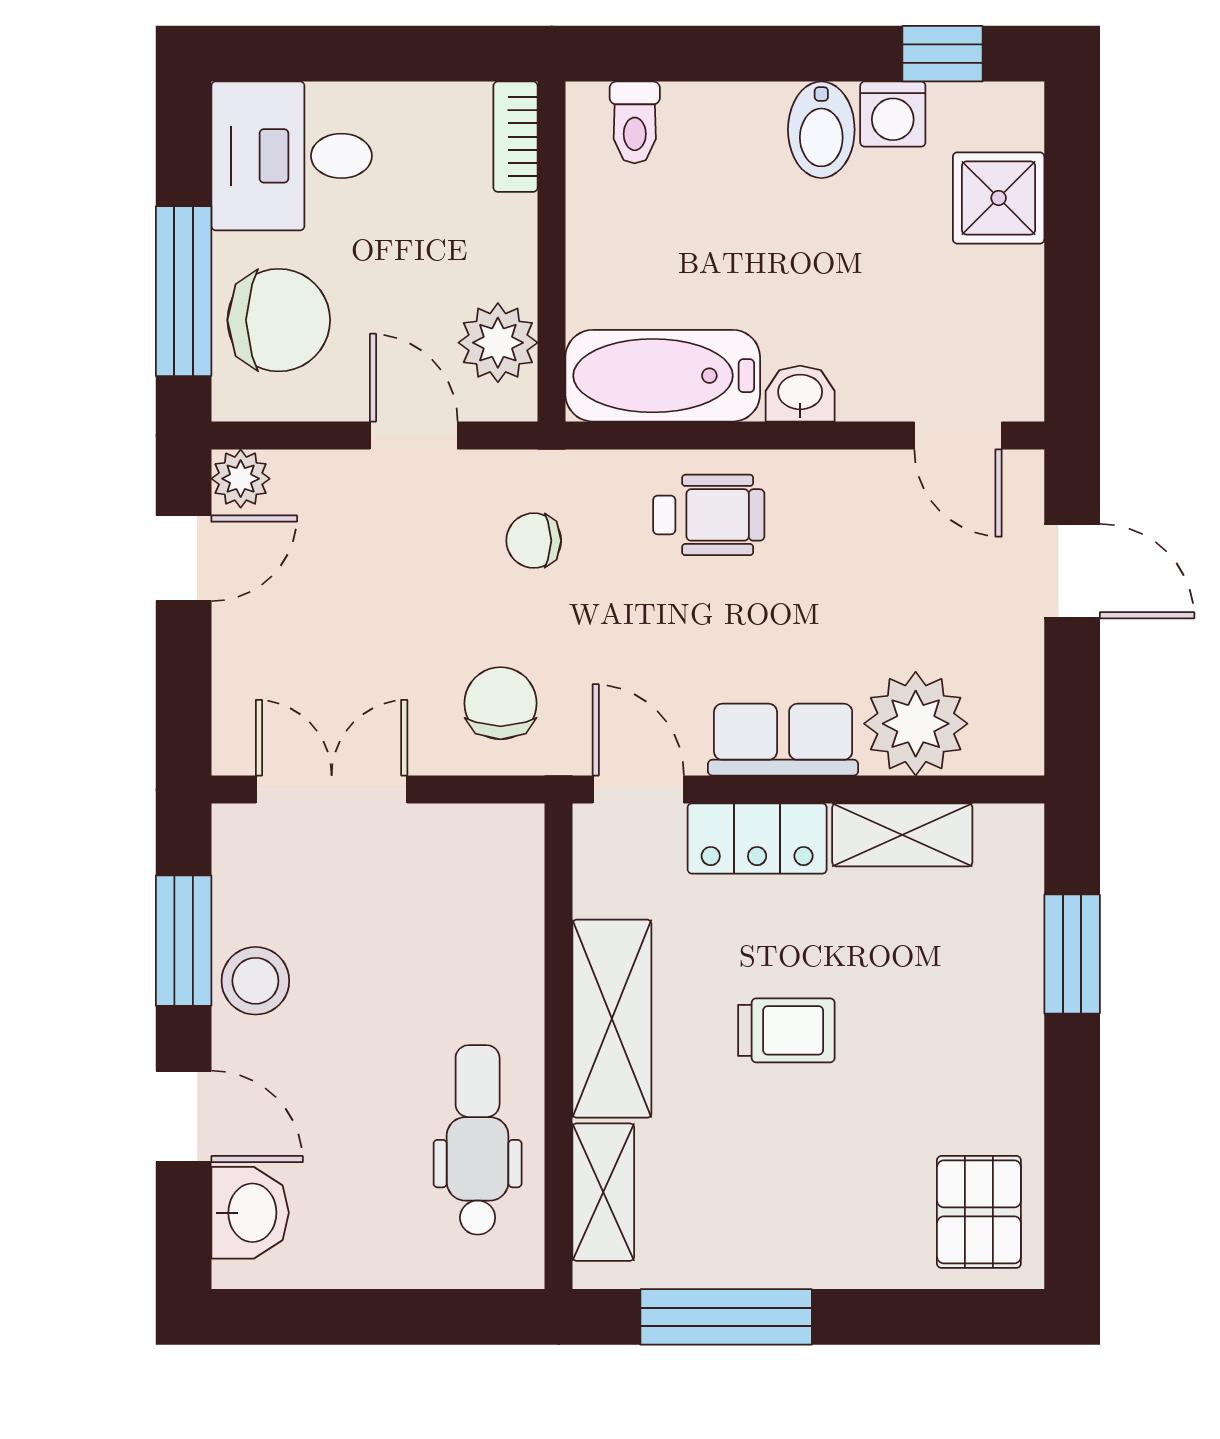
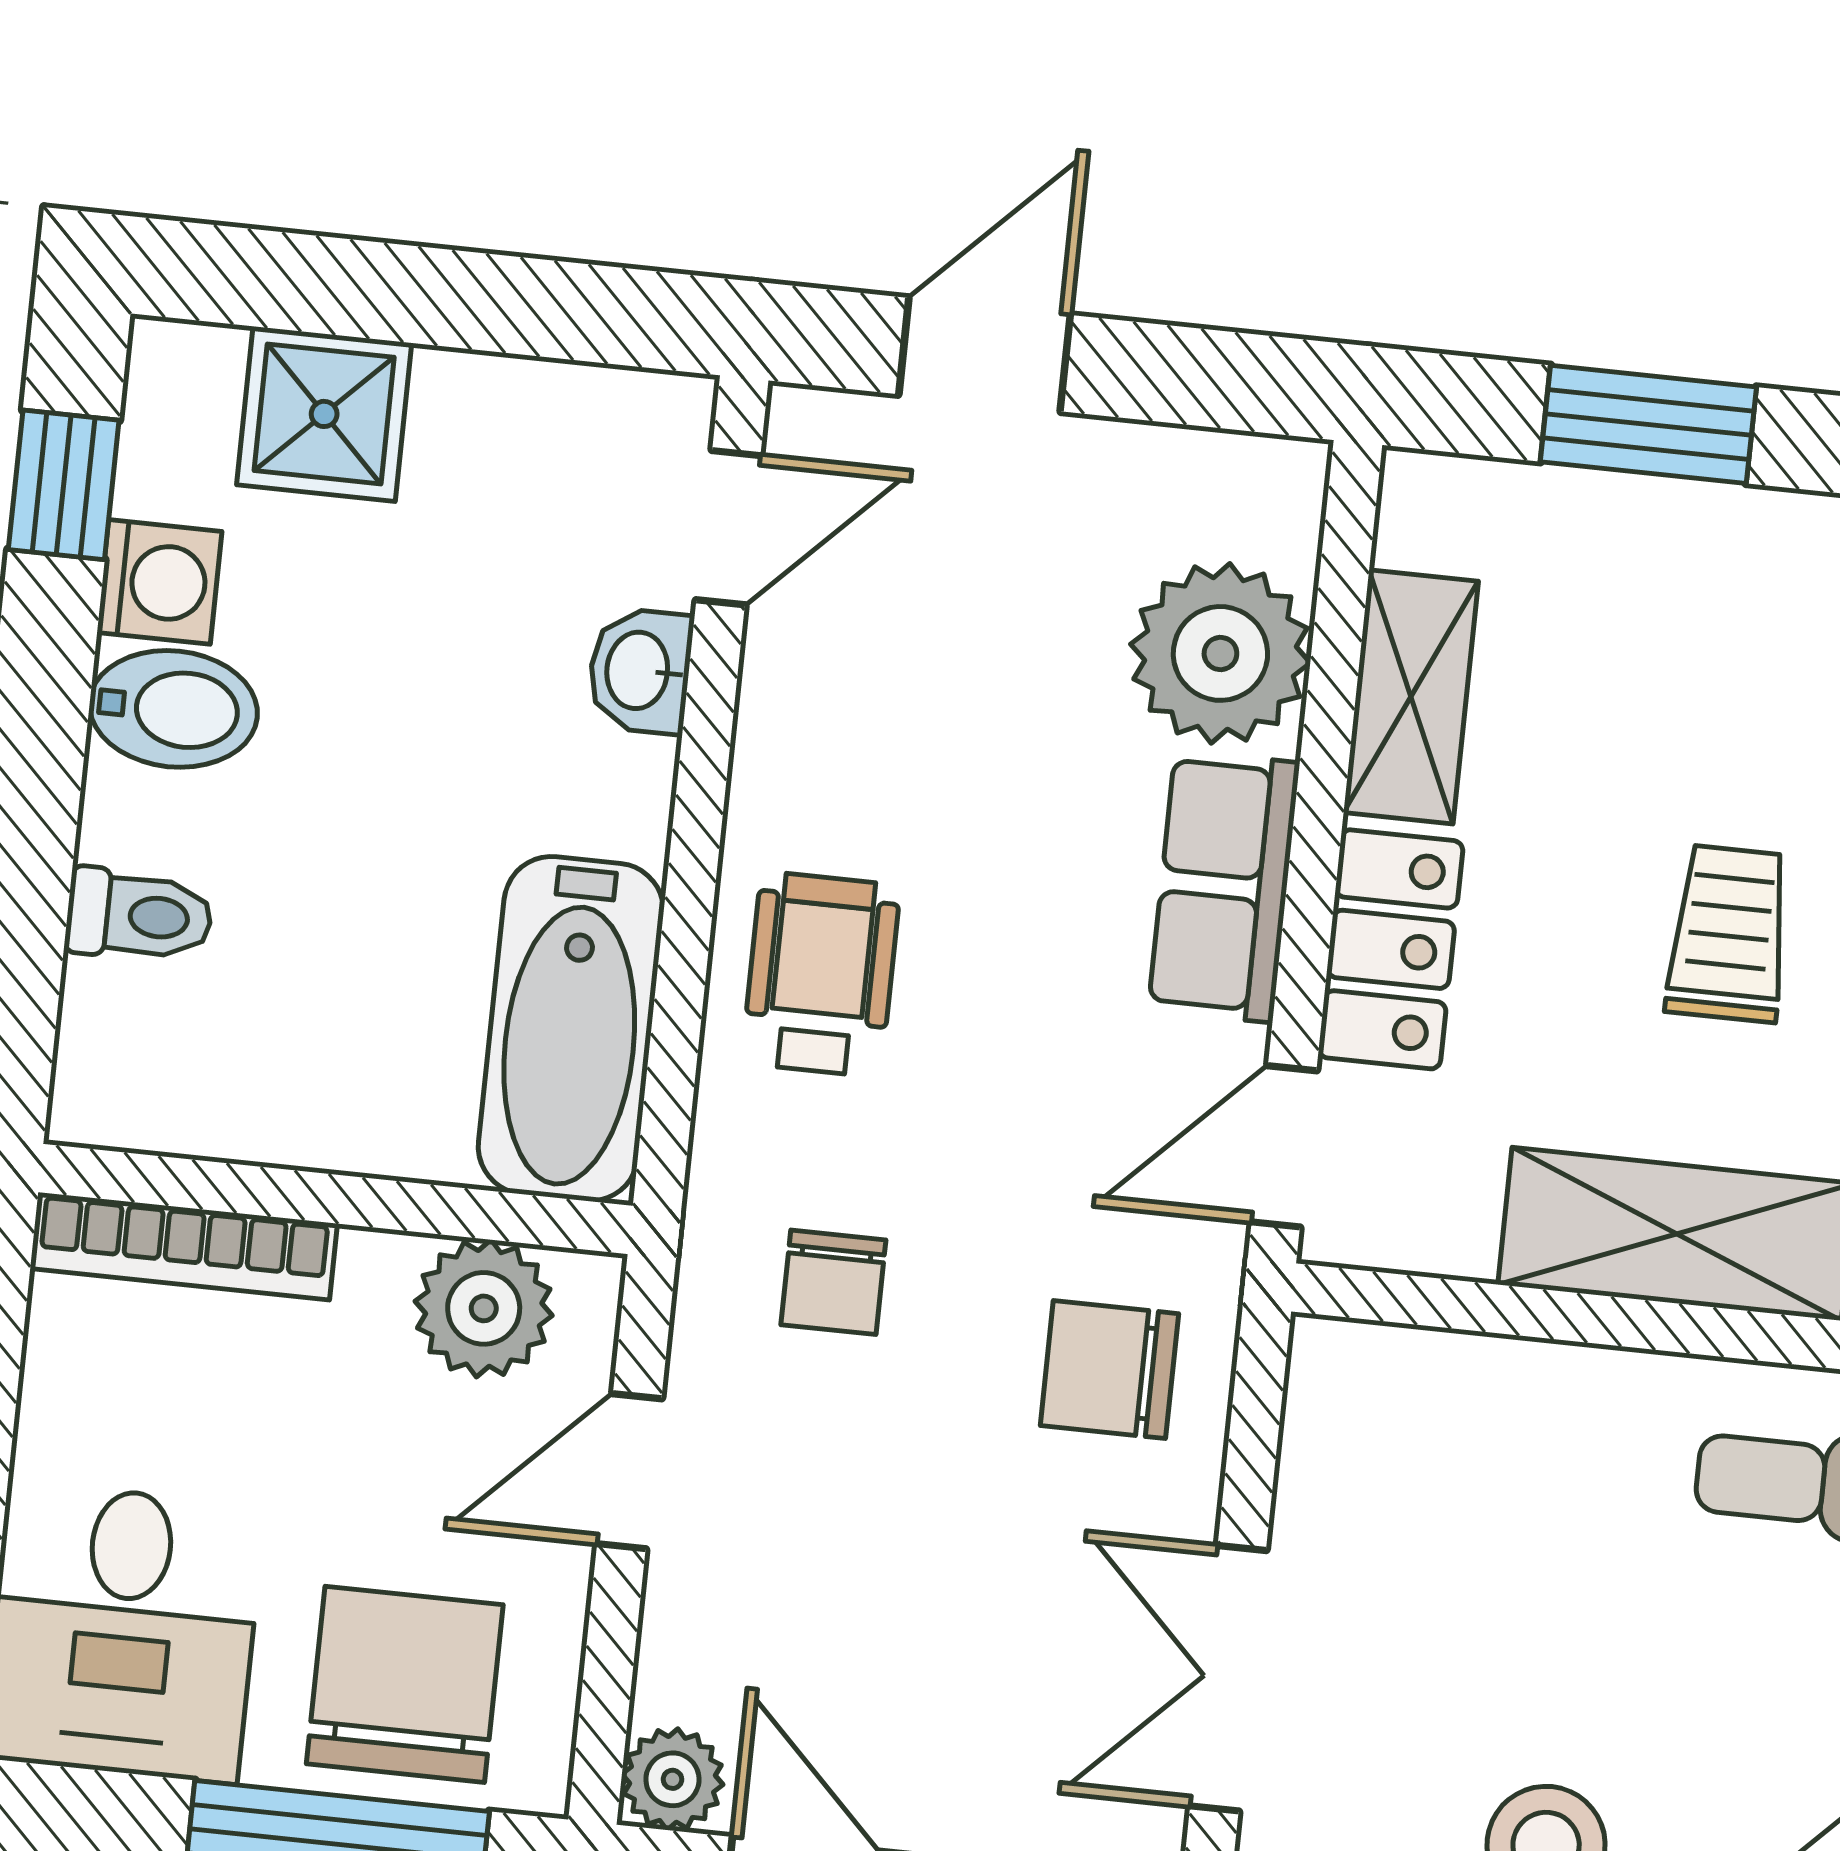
toilet: (635, 122) -> (139, 916), moved
bookcase: (515, 137) -> (184, 1246), width x1.56
washbasin: (800, 394) -> (640, 671), moved

